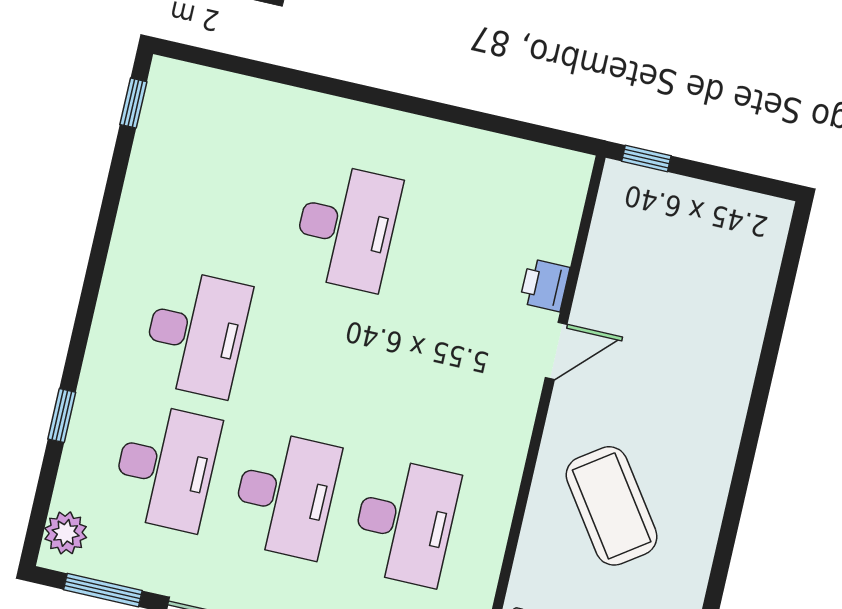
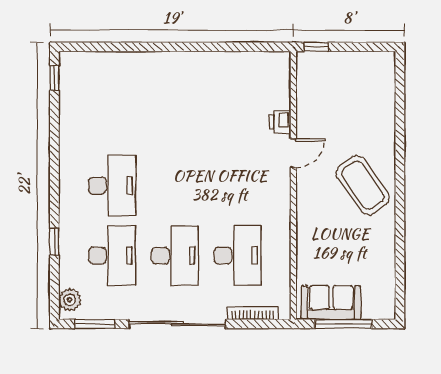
desk: (346, 227) -> (175, 115), removed
coffee table: (612, 506) -> (363, 185), moved

